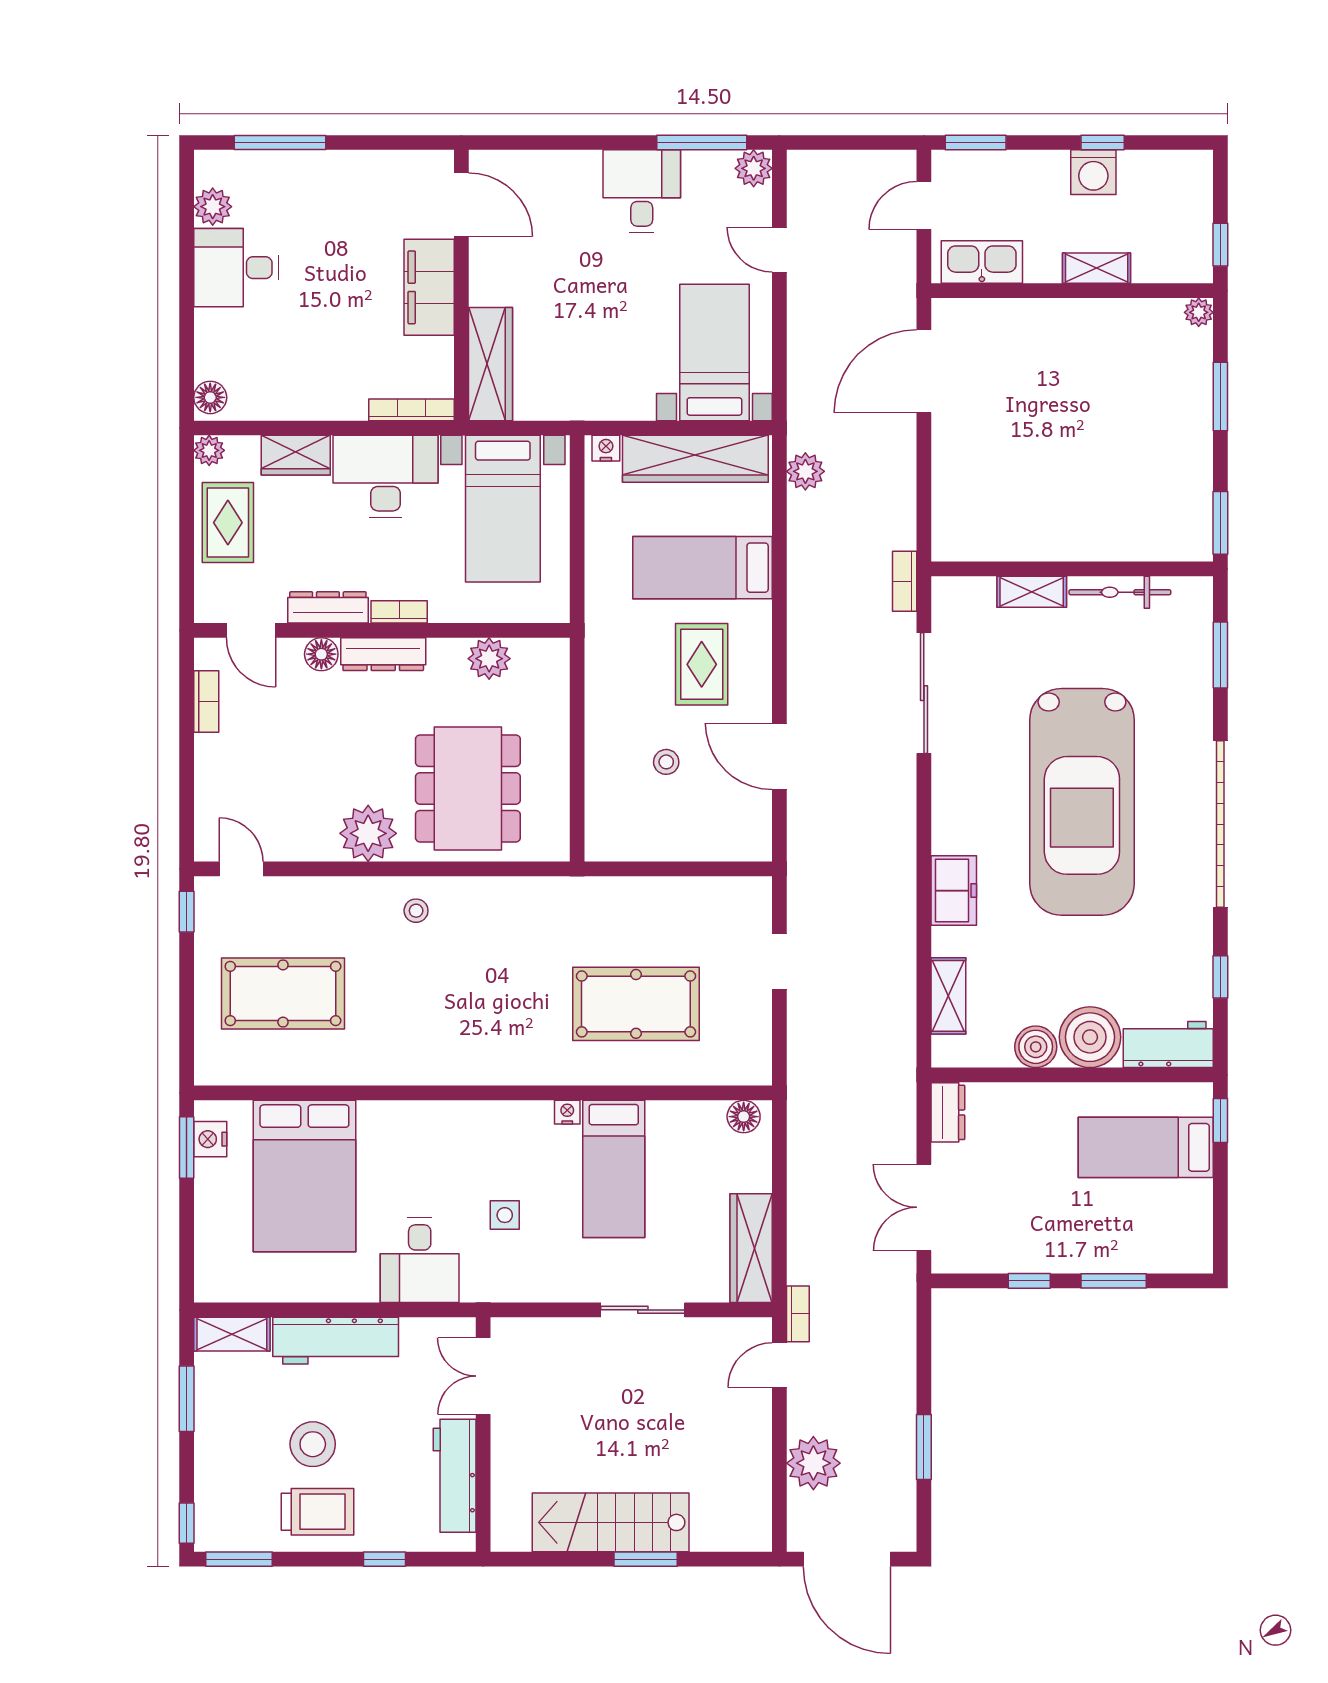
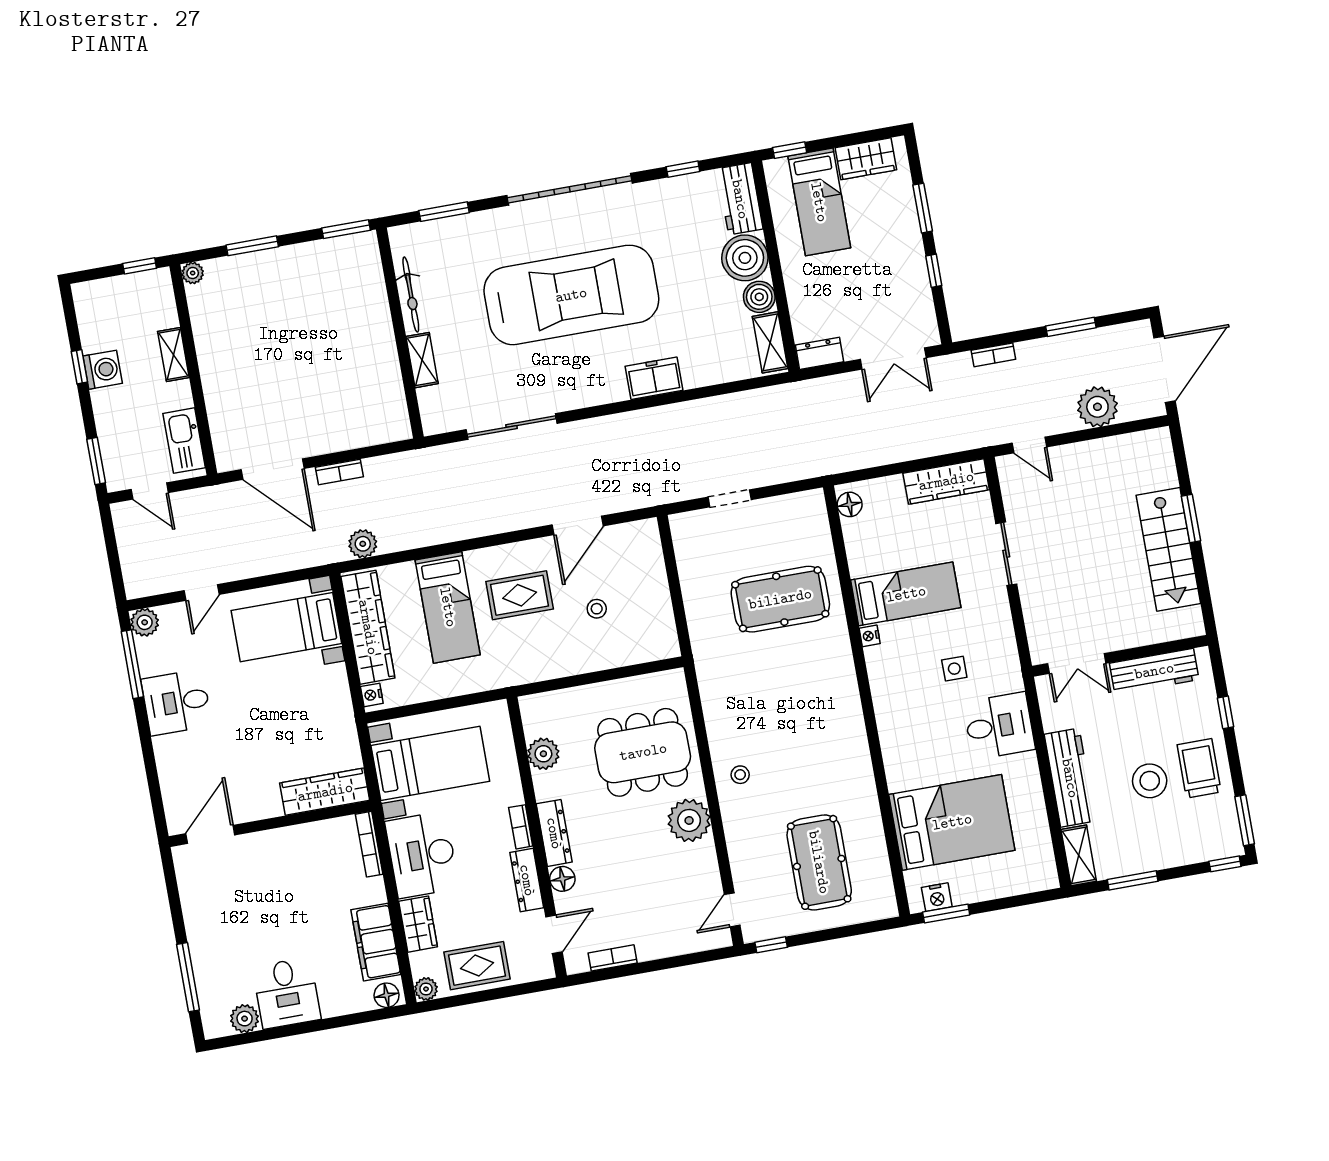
filing cabinet: (429, 287) -> (376, 942), moved, turned 90
bookcase: (905, 581) -> (339, 472), moved
shelving: (948, 996) -> (770, 342), moved, turned 90
pool table: (636, 1004) -> (780, 599), turned 90
wardrobe: (1191, 1218) -> (866, 159), added
bookcase: (798, 1314) -> (993, 355), moved, turned 180

